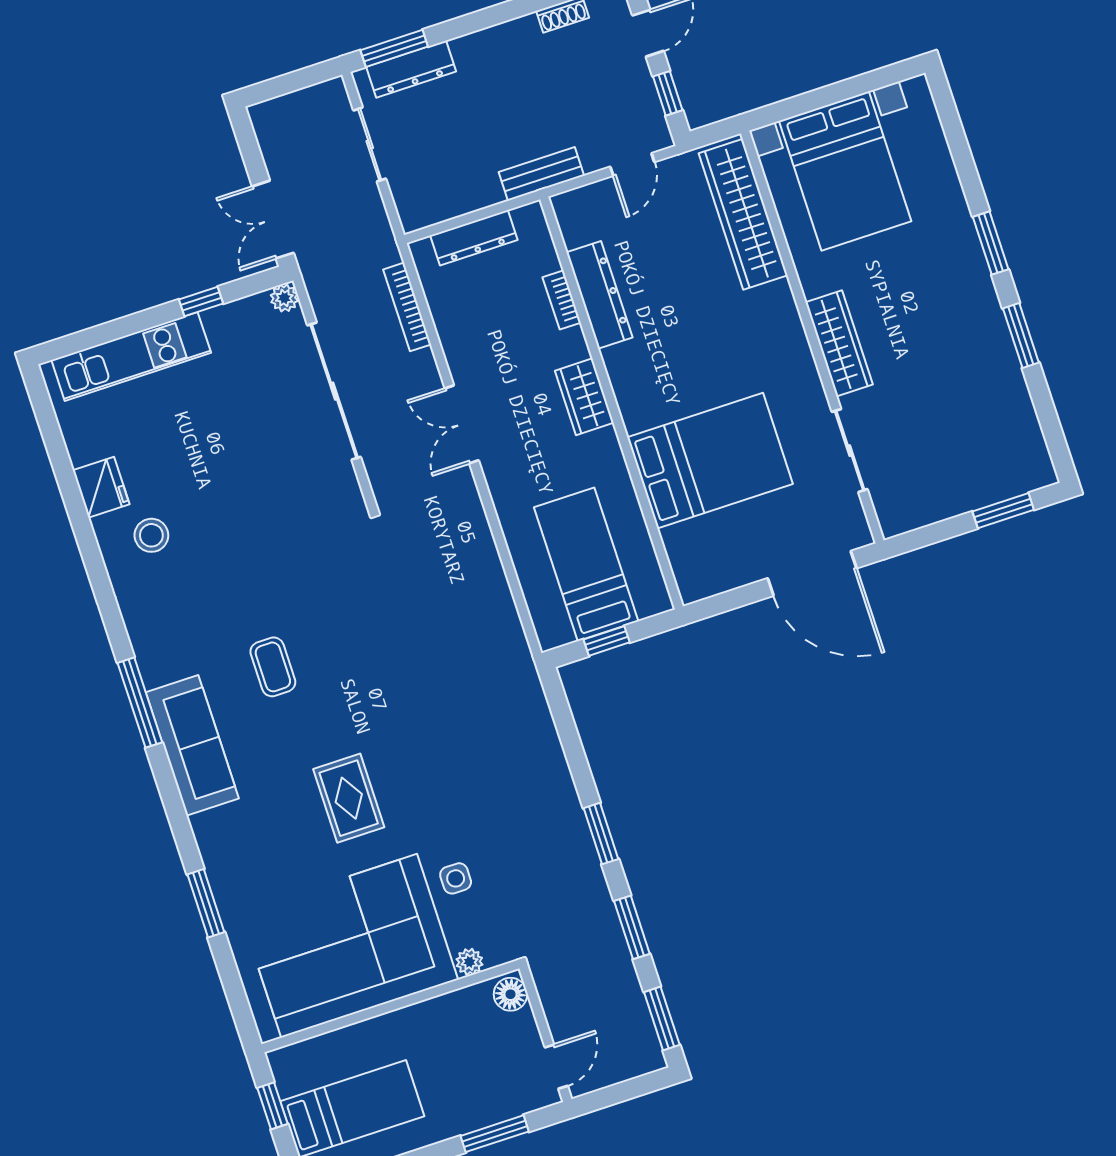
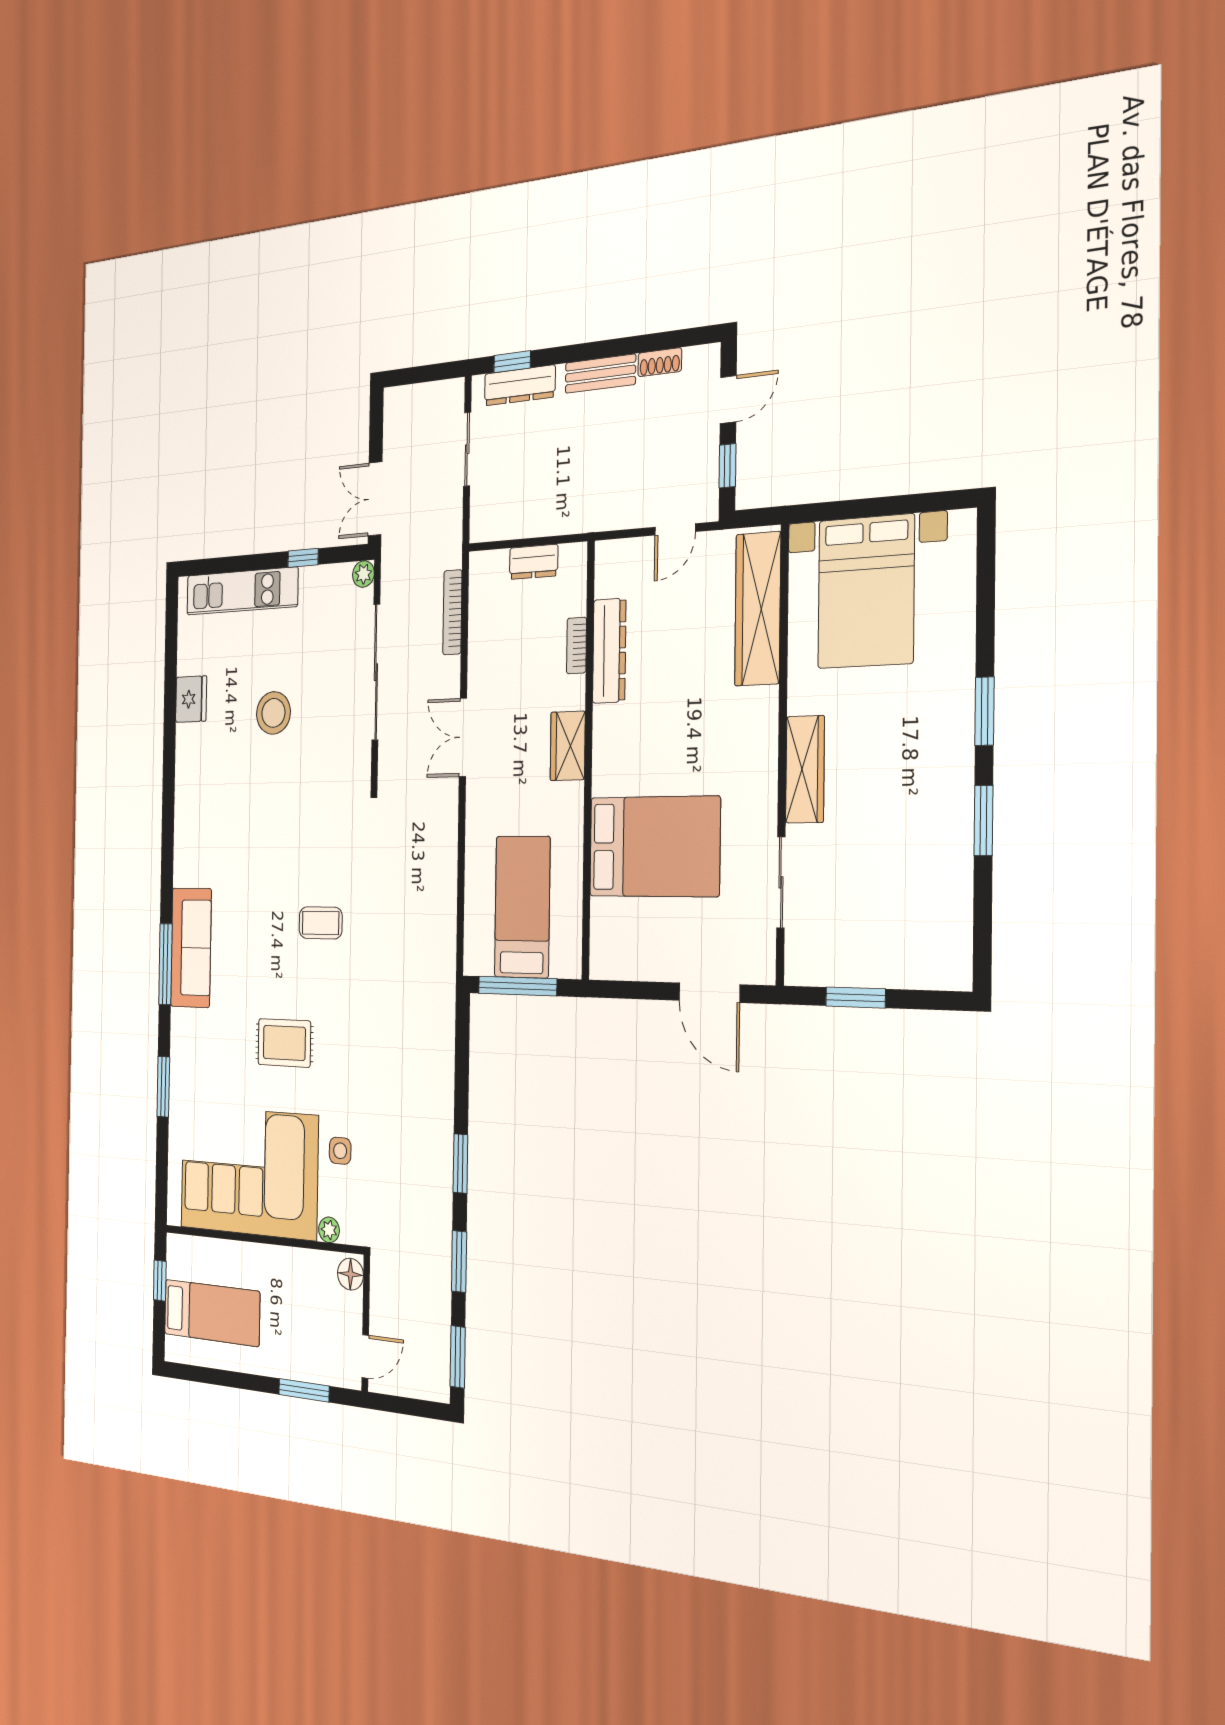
window: (394, 48) -> (512, 362), width x0.67
bench: (541, 174) -> (600, 374), moved
dresser: (474, 238) -> (534, 562), width x0.70
window: (1003, 511) -> (856, 998), moved
stool: (151, 535) -> (273, 713), moved, width x1.38, depth x1.38
door: (812, 573) -> (709, 993), width x0.73
window: (607, 641) -> (517, 986), width x2.17
coffee table: (273, 667) -> (321, 923), moved, turned 90
window: (140, 703) -> (165, 964), moved
rug: (349, 798) -> (284, 1043), turned 90

